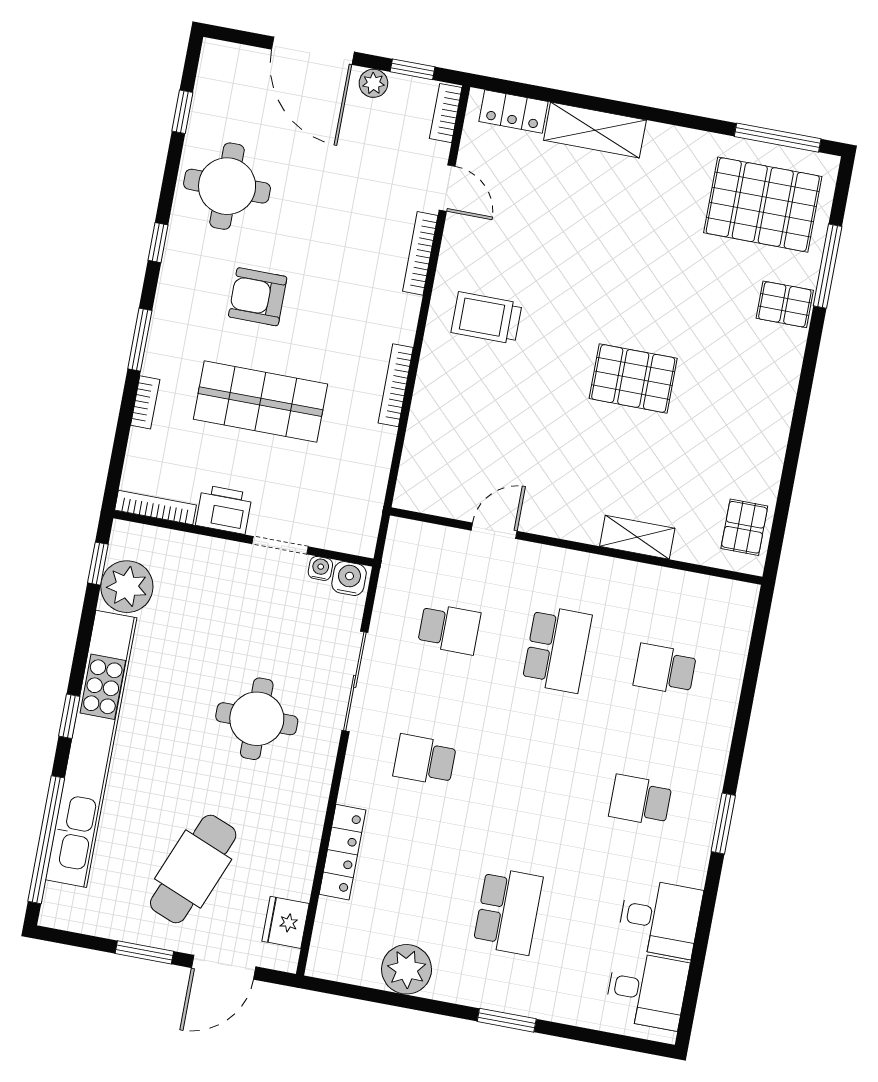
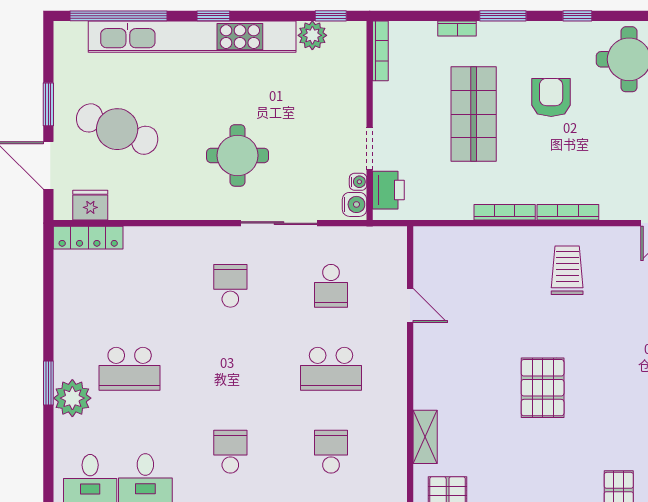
bookcase: (420, 253) -> (568, 212), moved
printer: (224, 509) -> (388, 190), moved
shelving: (637, 537) -> (425, 437), moved
plant: (127, 587) -> (312, 35), width x0.73, depth x0.73
locker: (342, 852) -> (88, 238), moved
plant: (407, 969) -> (72, 398), moved

